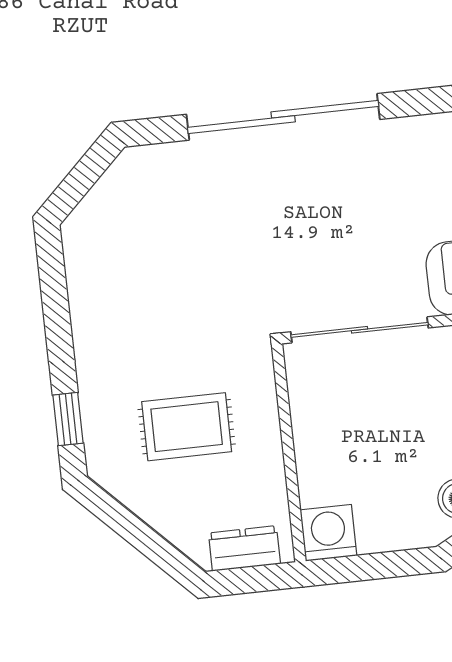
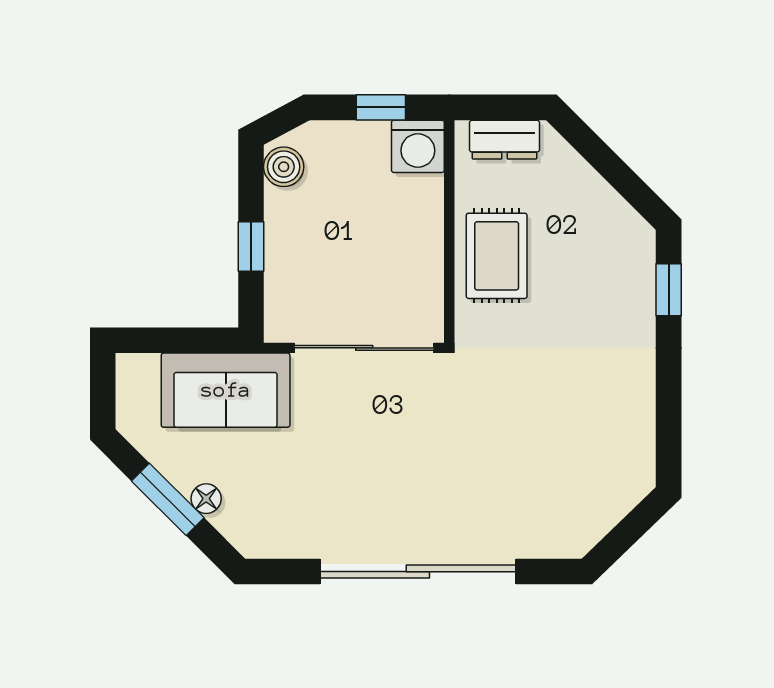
rug: (187, 427) -> (497, 256), moved, turned 90
window: (369, 567) -> (381, 107), added

